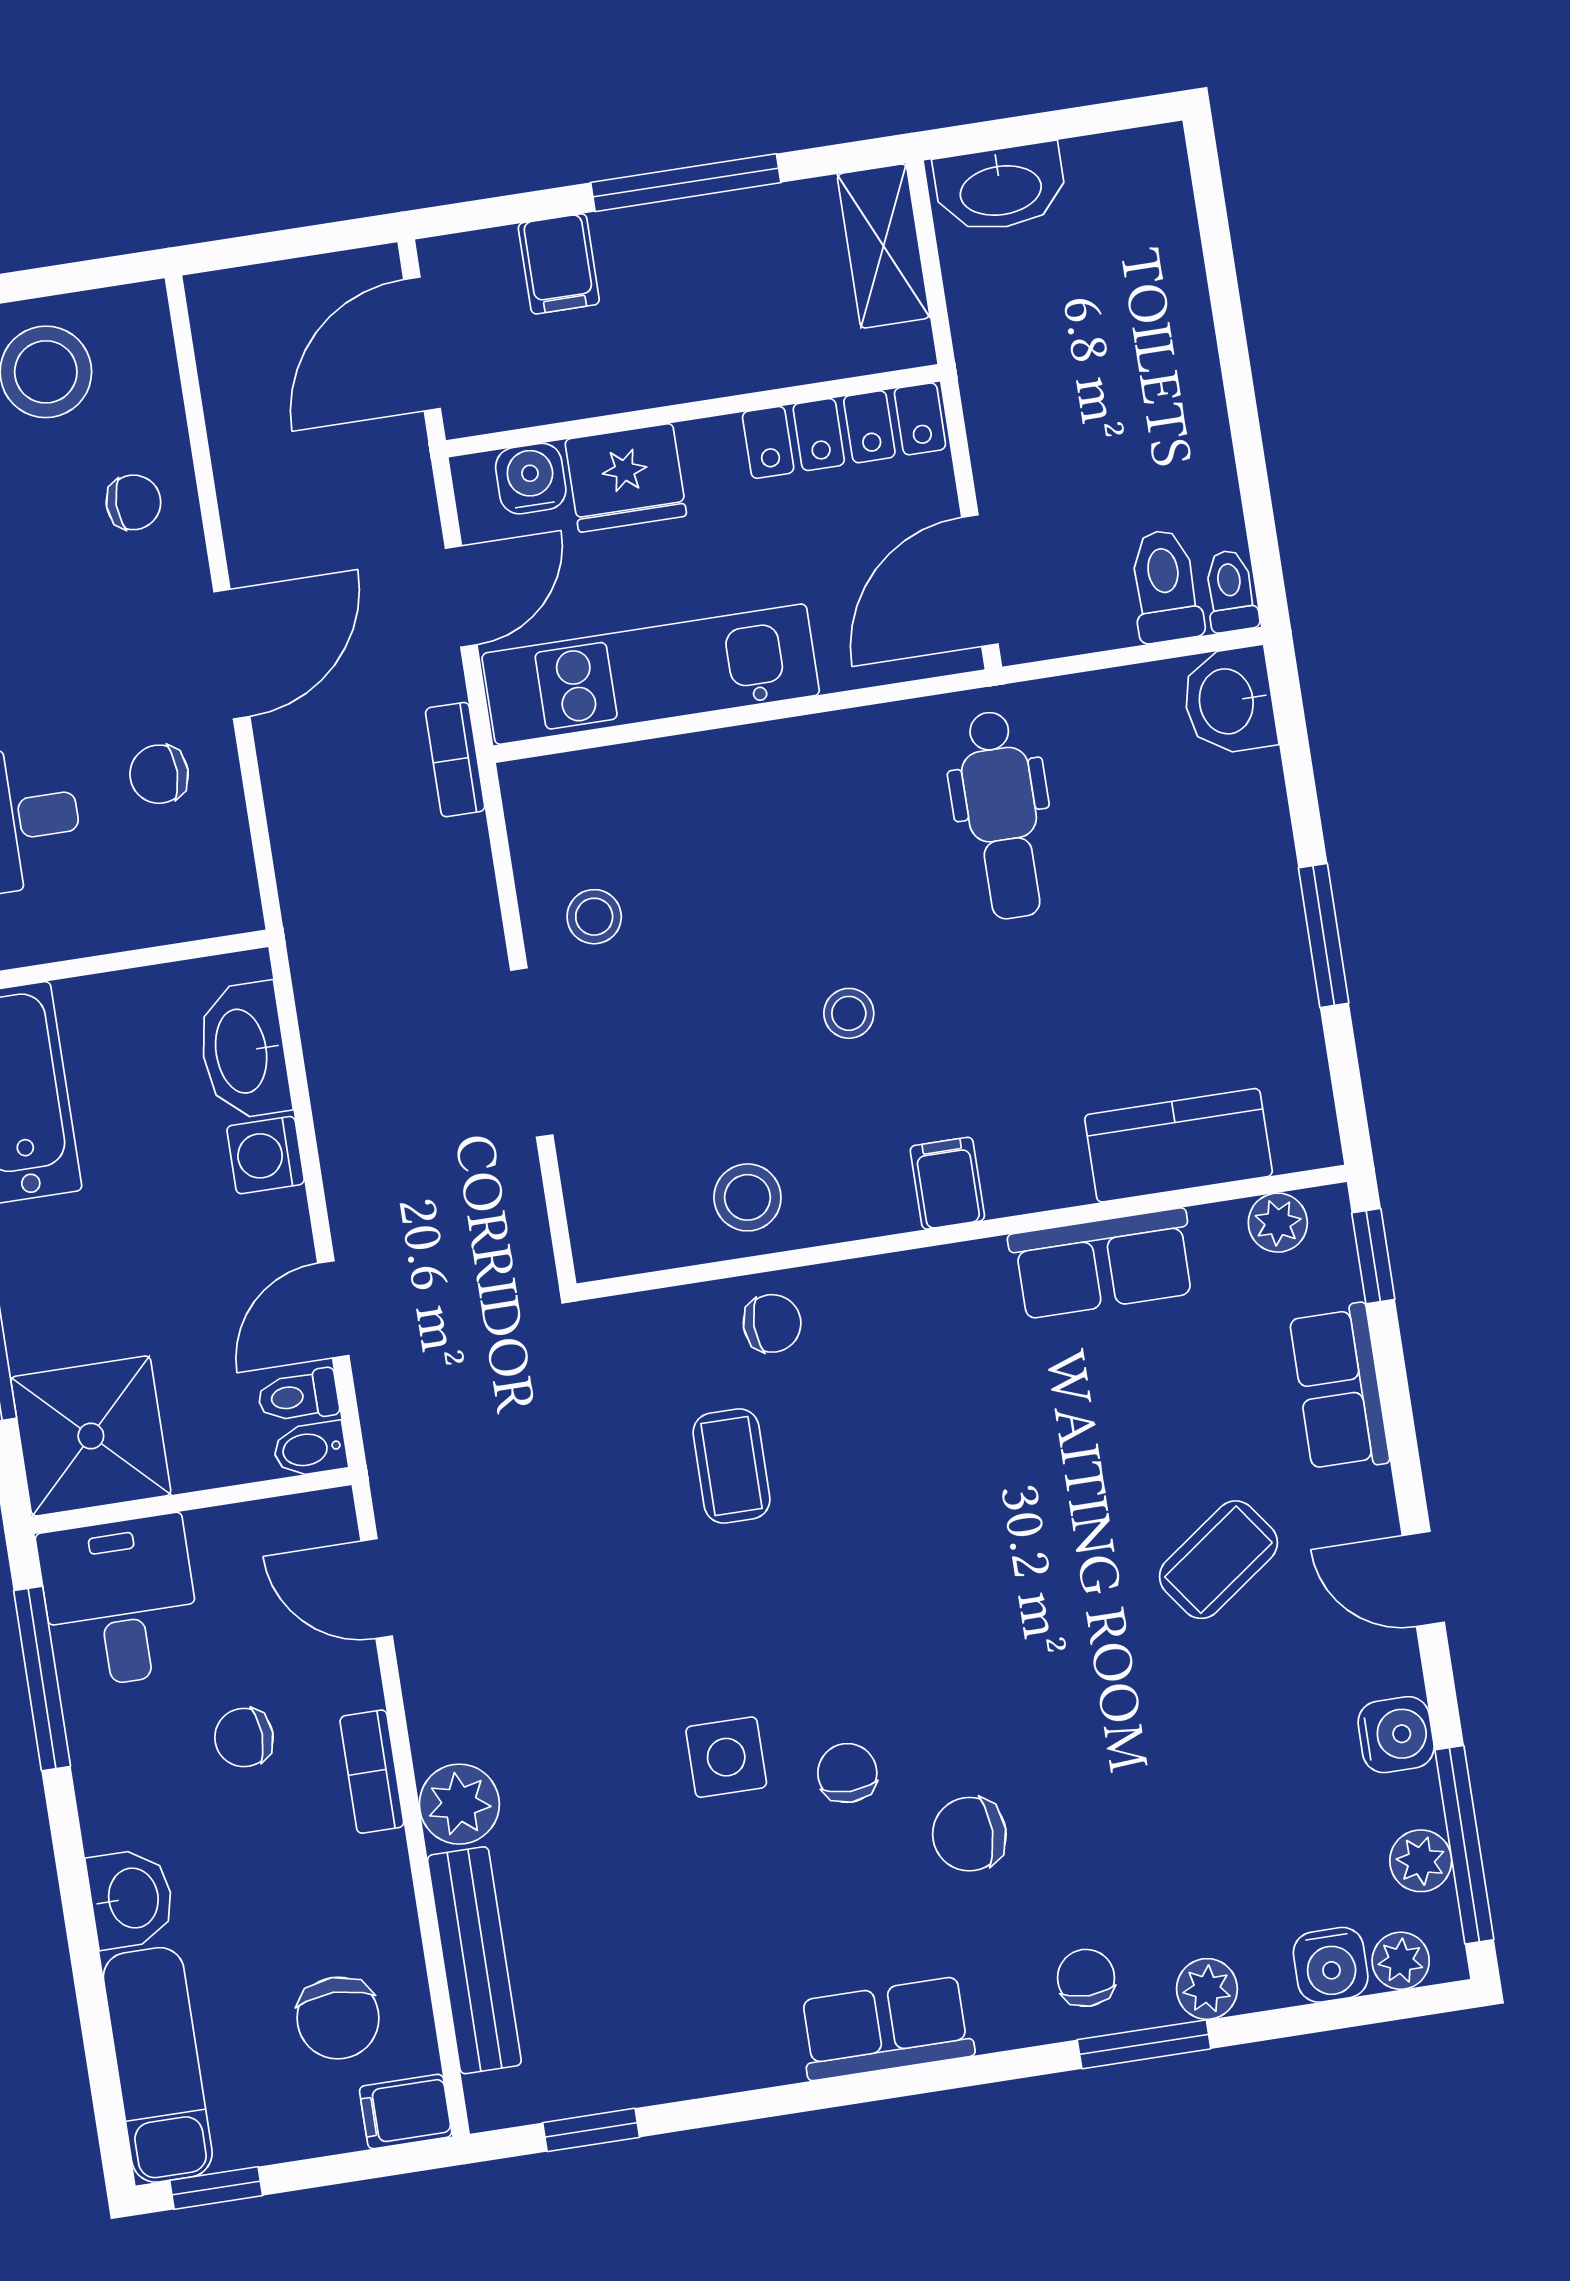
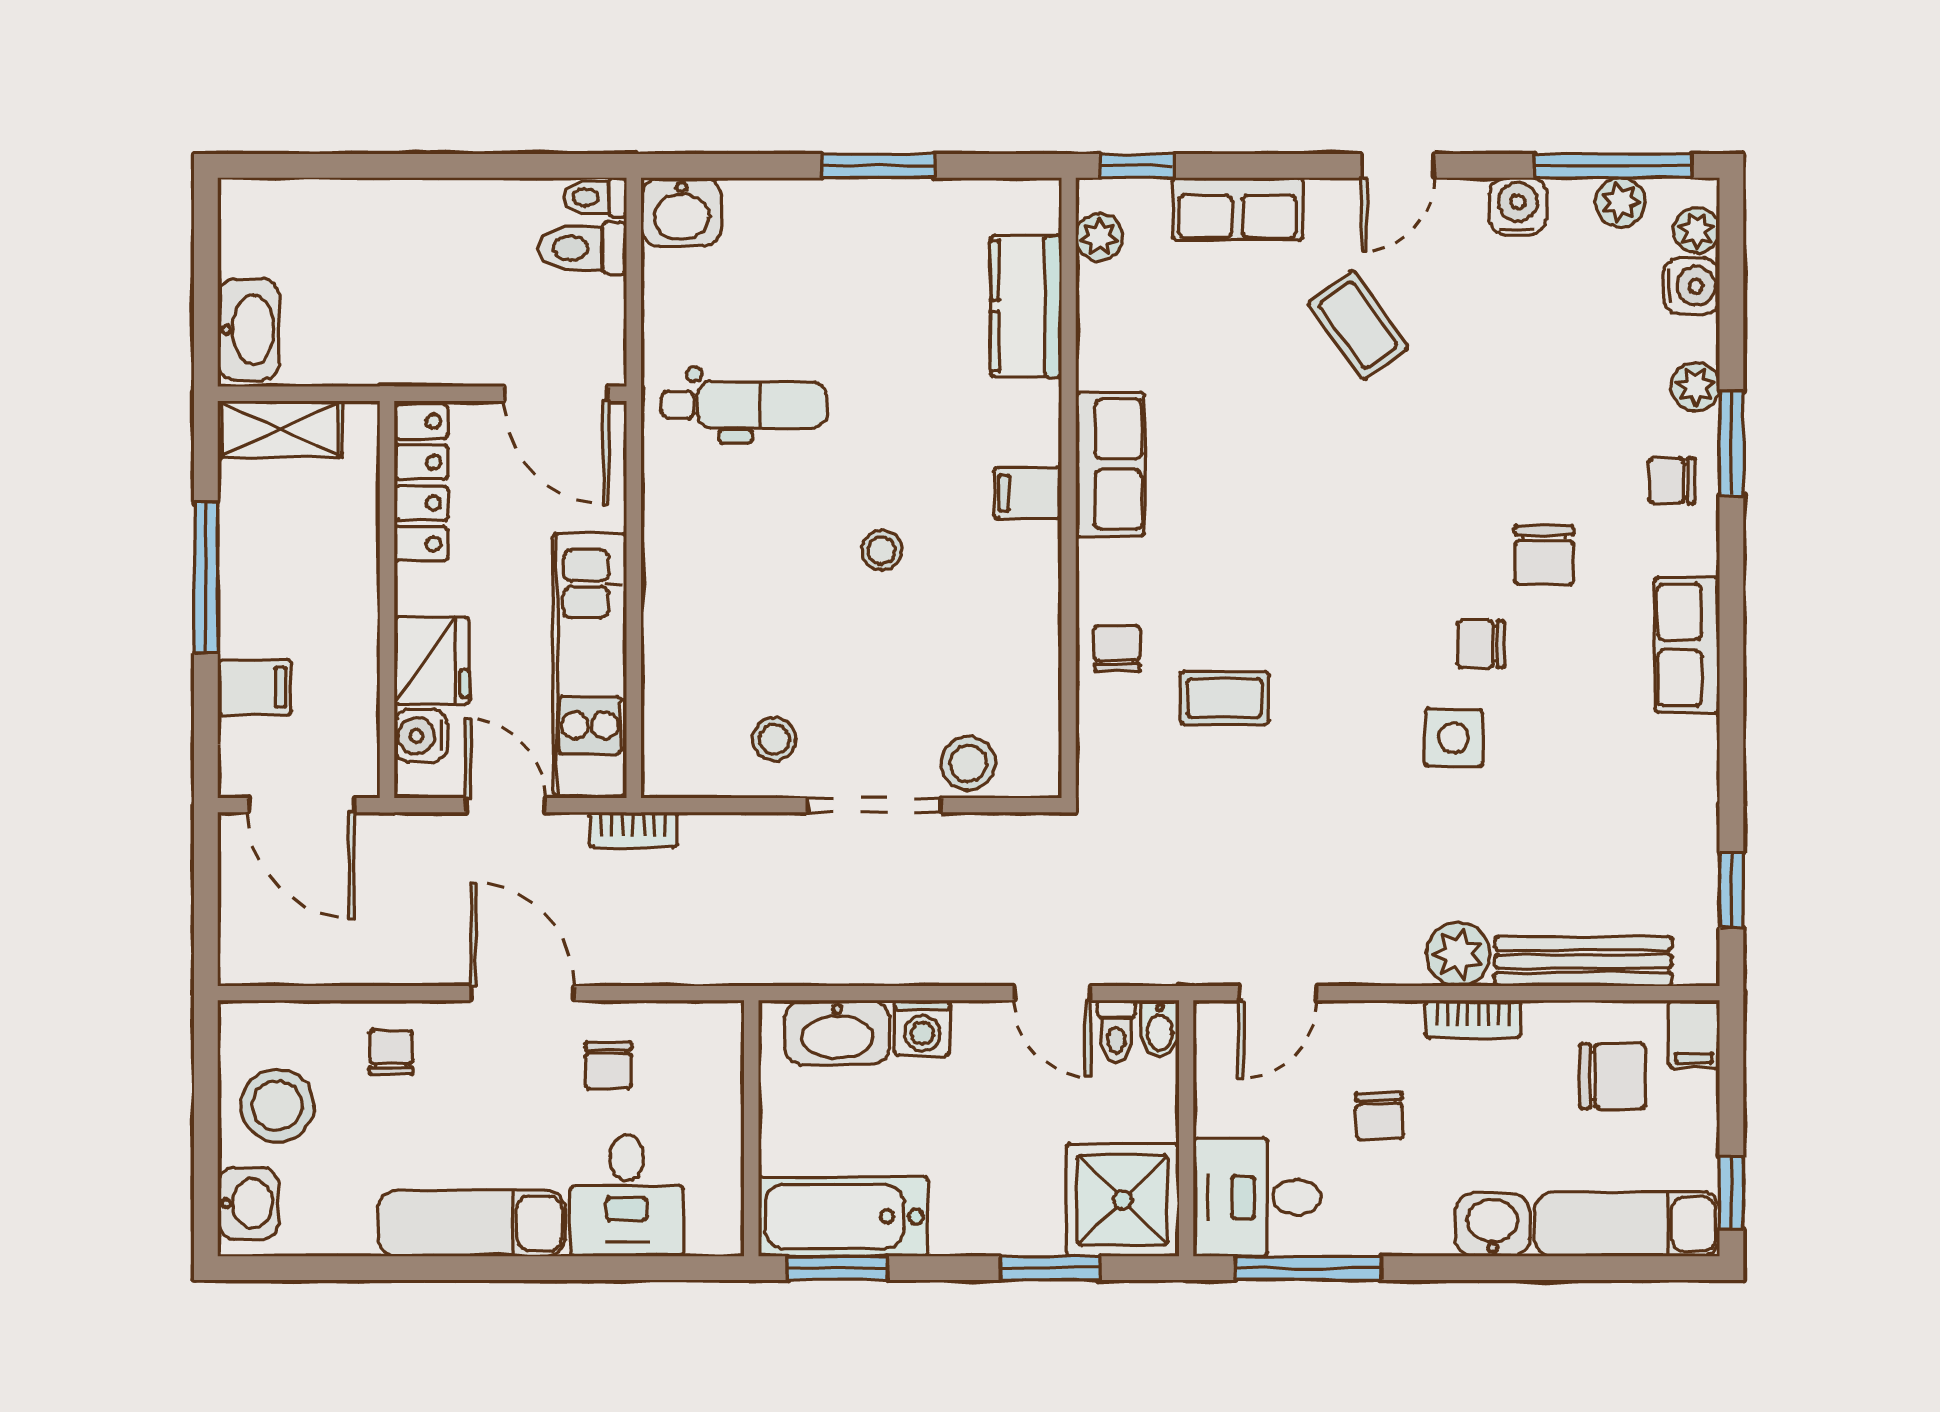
stool: (747, 1197) -> (968, 763), moved
row of seats: (1103, 1264) -> (1110, 464), moved
bookcase: (372, 1772) -> (1473, 1019), moved

